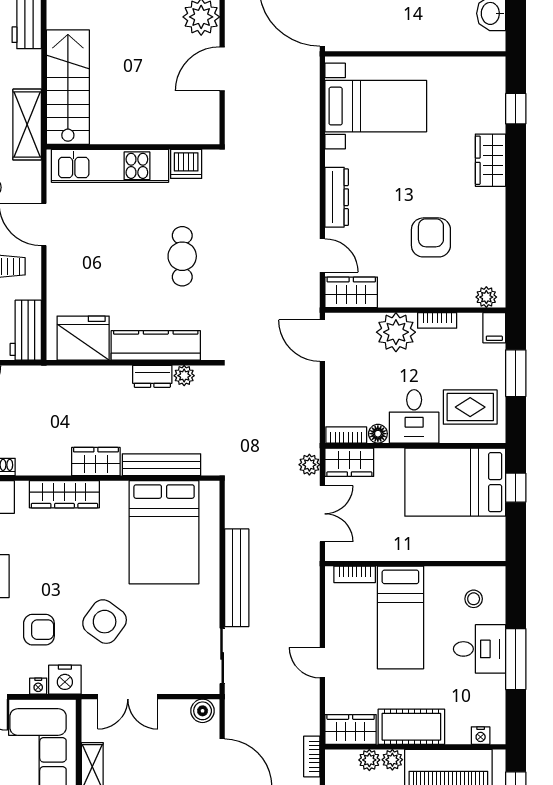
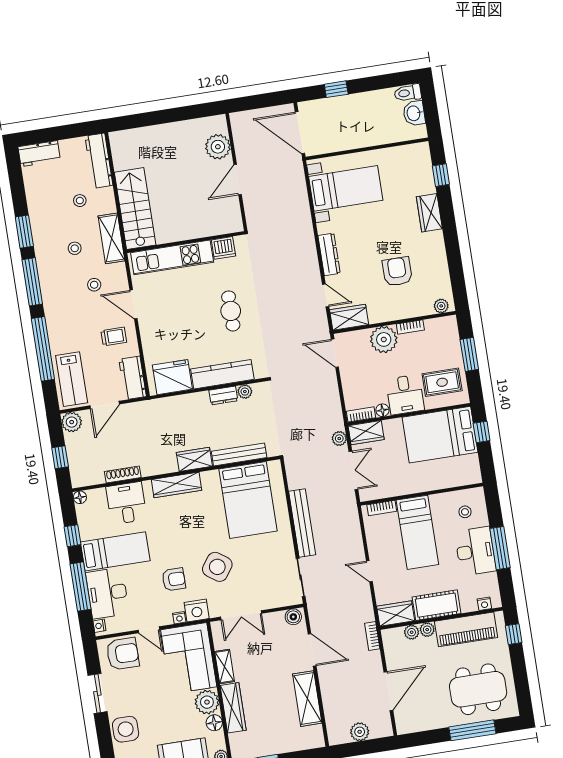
filing cabinet: (494, 328) -> (450, 326), removed
desk: (480, 649) -> (475, 551), width x1.37

